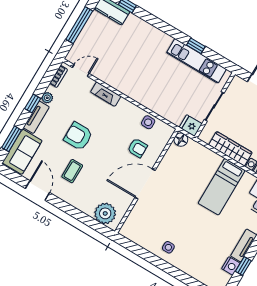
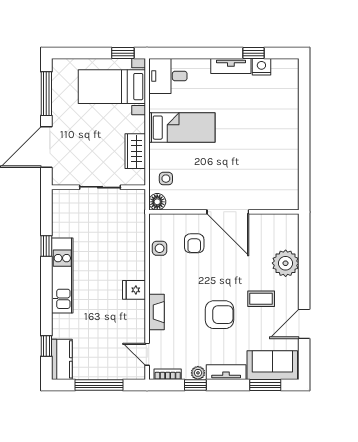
kitchen unit: (196, 61) -> (62, 275), moved
window: (33, 103) -> (195, 385), moved
fridge: (191, 126) -> (134, 290), moved, turned 90
armchair: (78, 136) -> (220, 315), turned -90
armchair: (137, 148) -> (194, 243), turned 180
wardrobe: (230, 149) -> (135, 151), width x0.67
plant: (105, 213) -> (286, 263), moved
side table: (168, 247) -> (166, 179), moved

